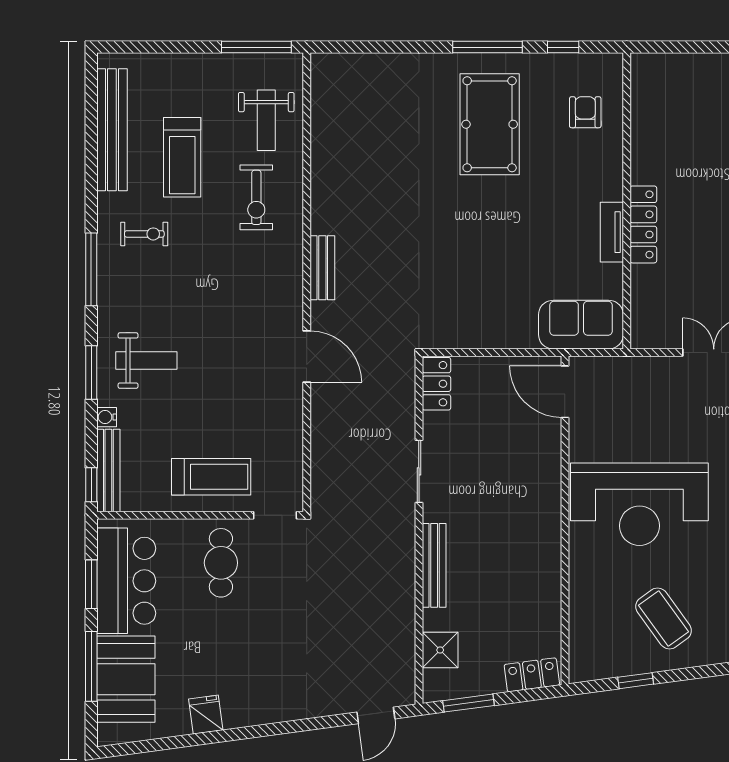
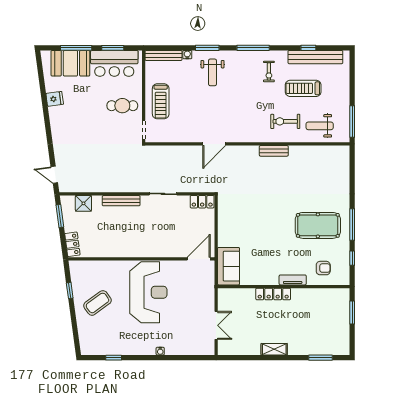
window: (685, 47) -> (352, 312), added
tv unit: (612, 232) -> (293, 280), moved
bench: (322, 268) -> (274, 151), moved
window: (91, 485) -> (308, 48), moved
reception desk: (639, 504) -> (148, 292), turned 180

